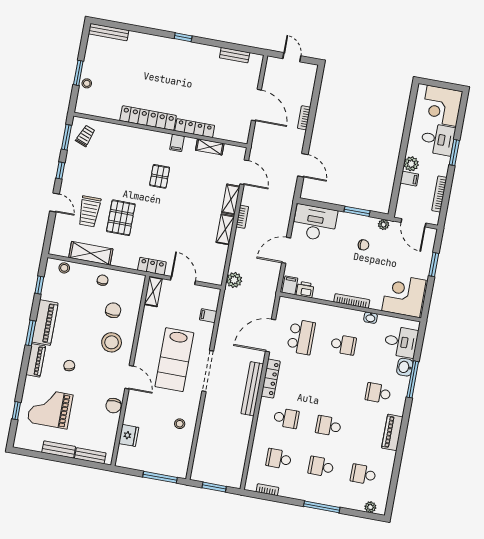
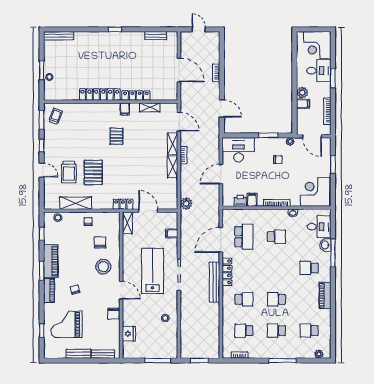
filing cabinet: (290, 285) -> (252, 200), moved
lab bench: (174, 360) -> (152, 271), turned 180

